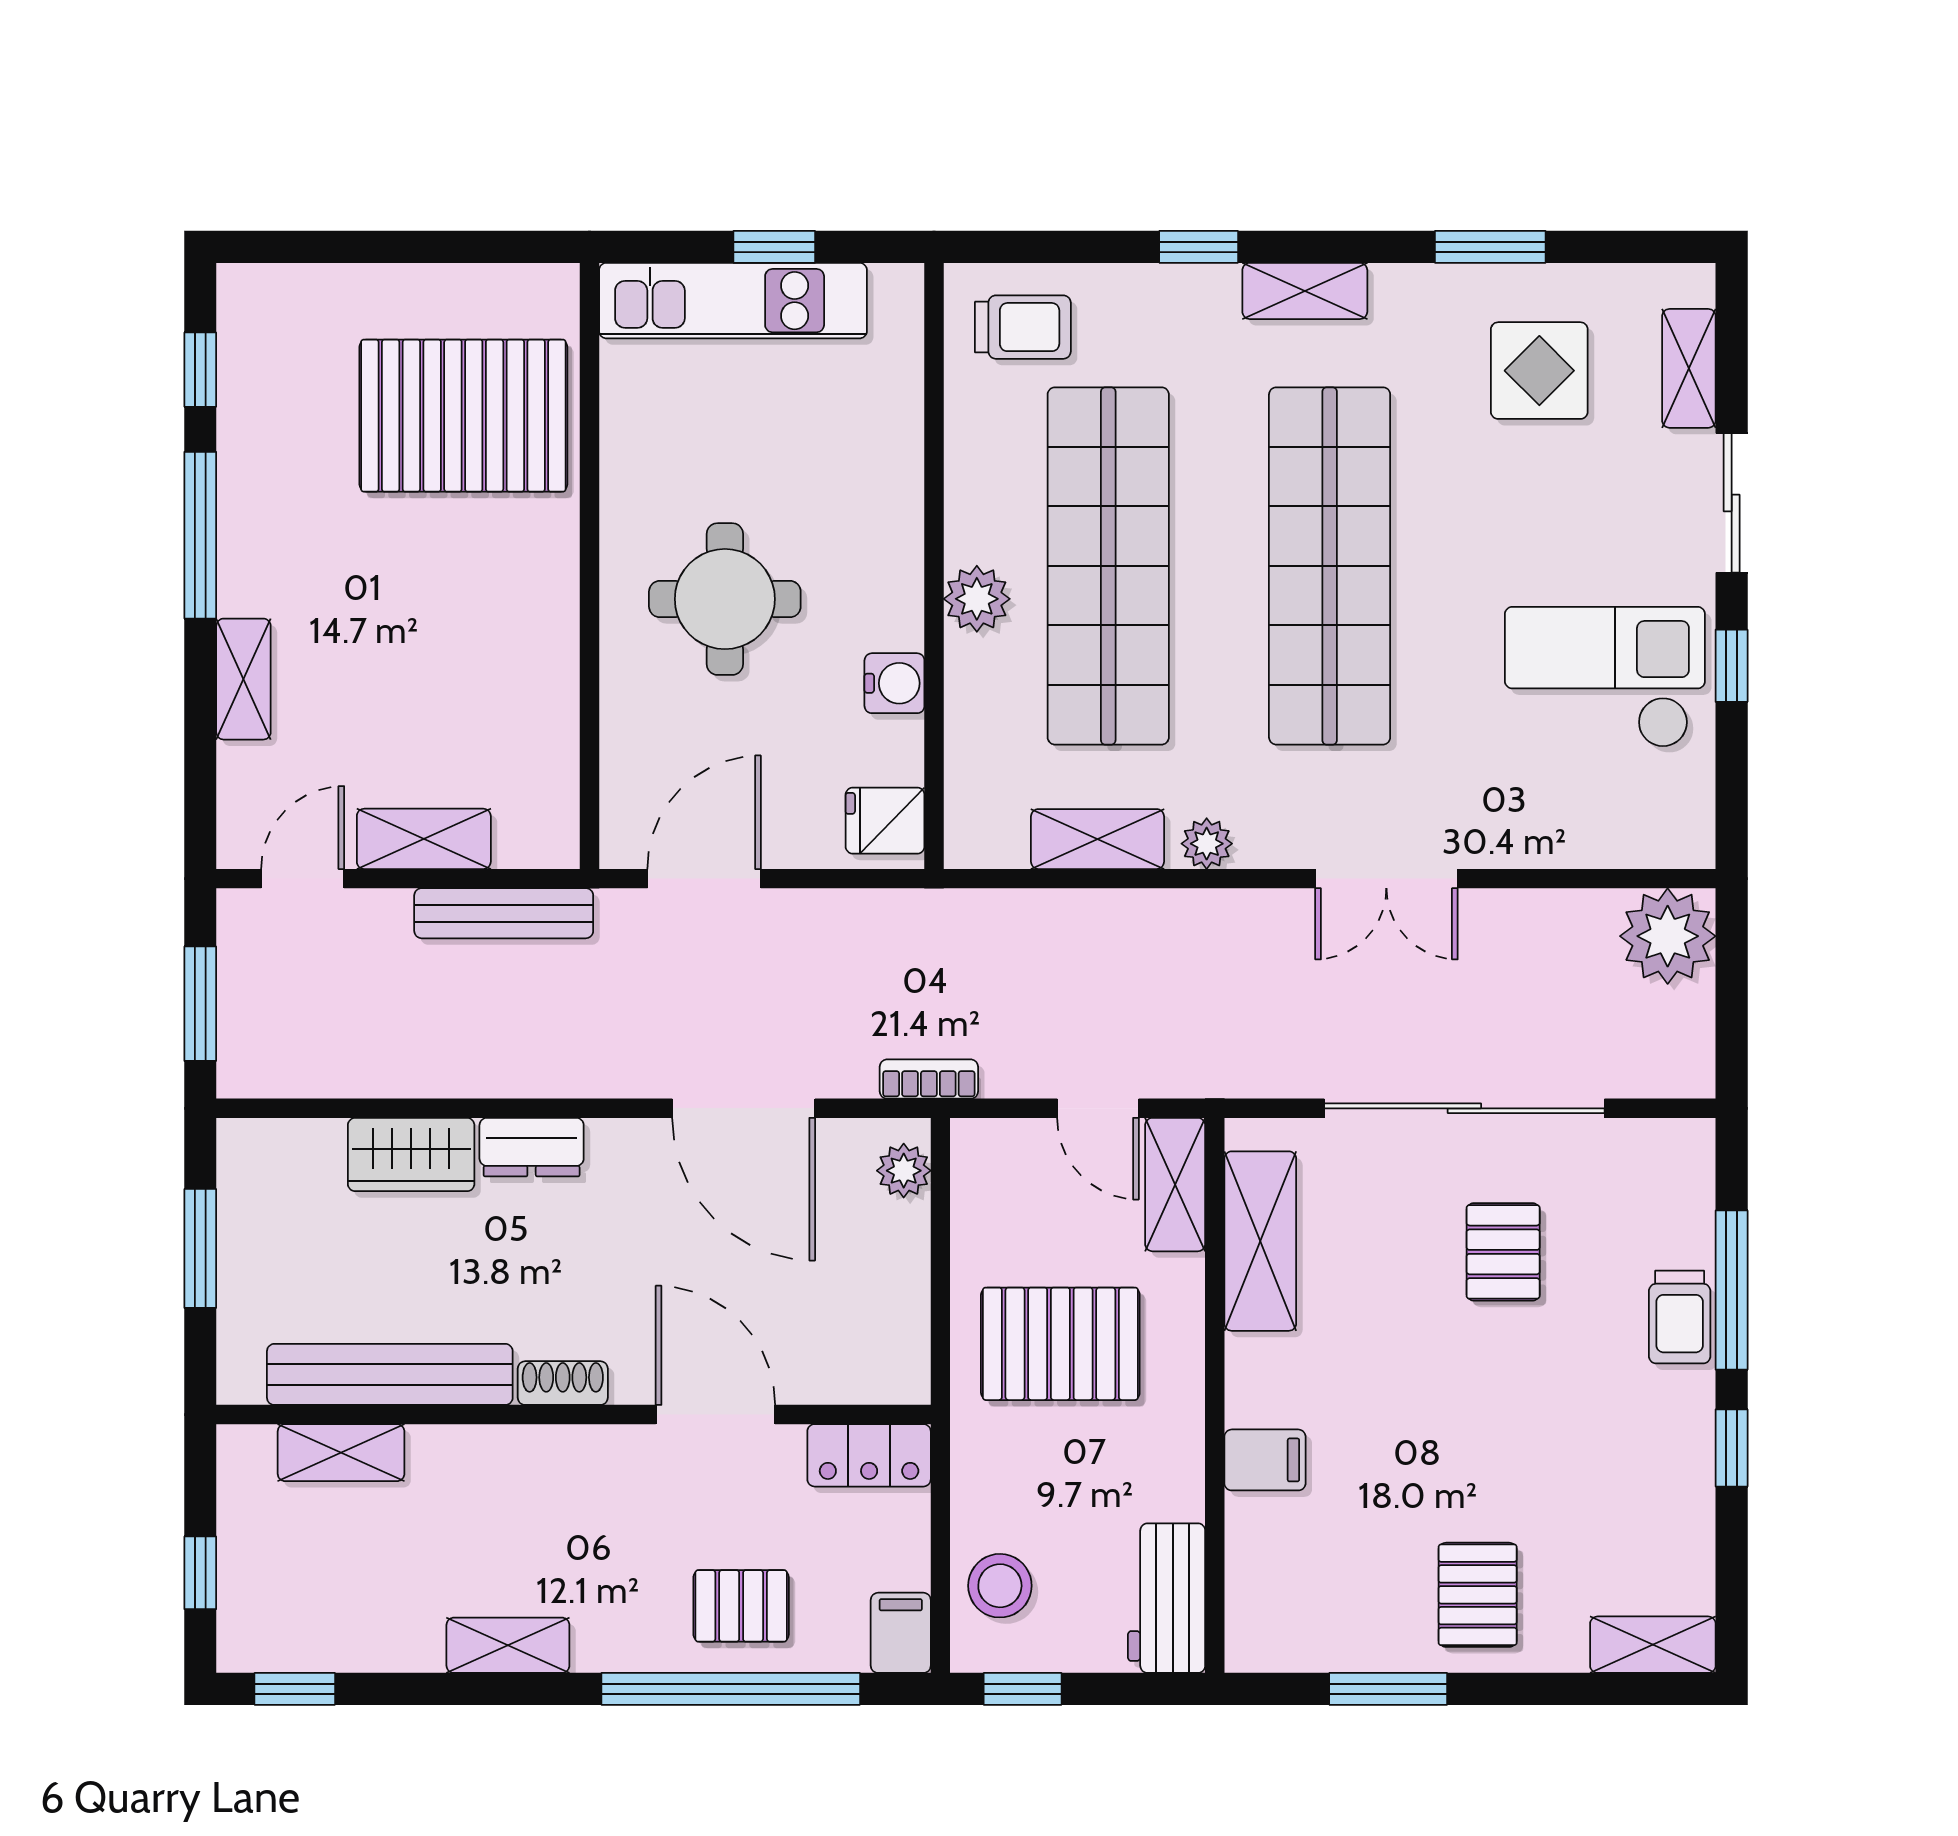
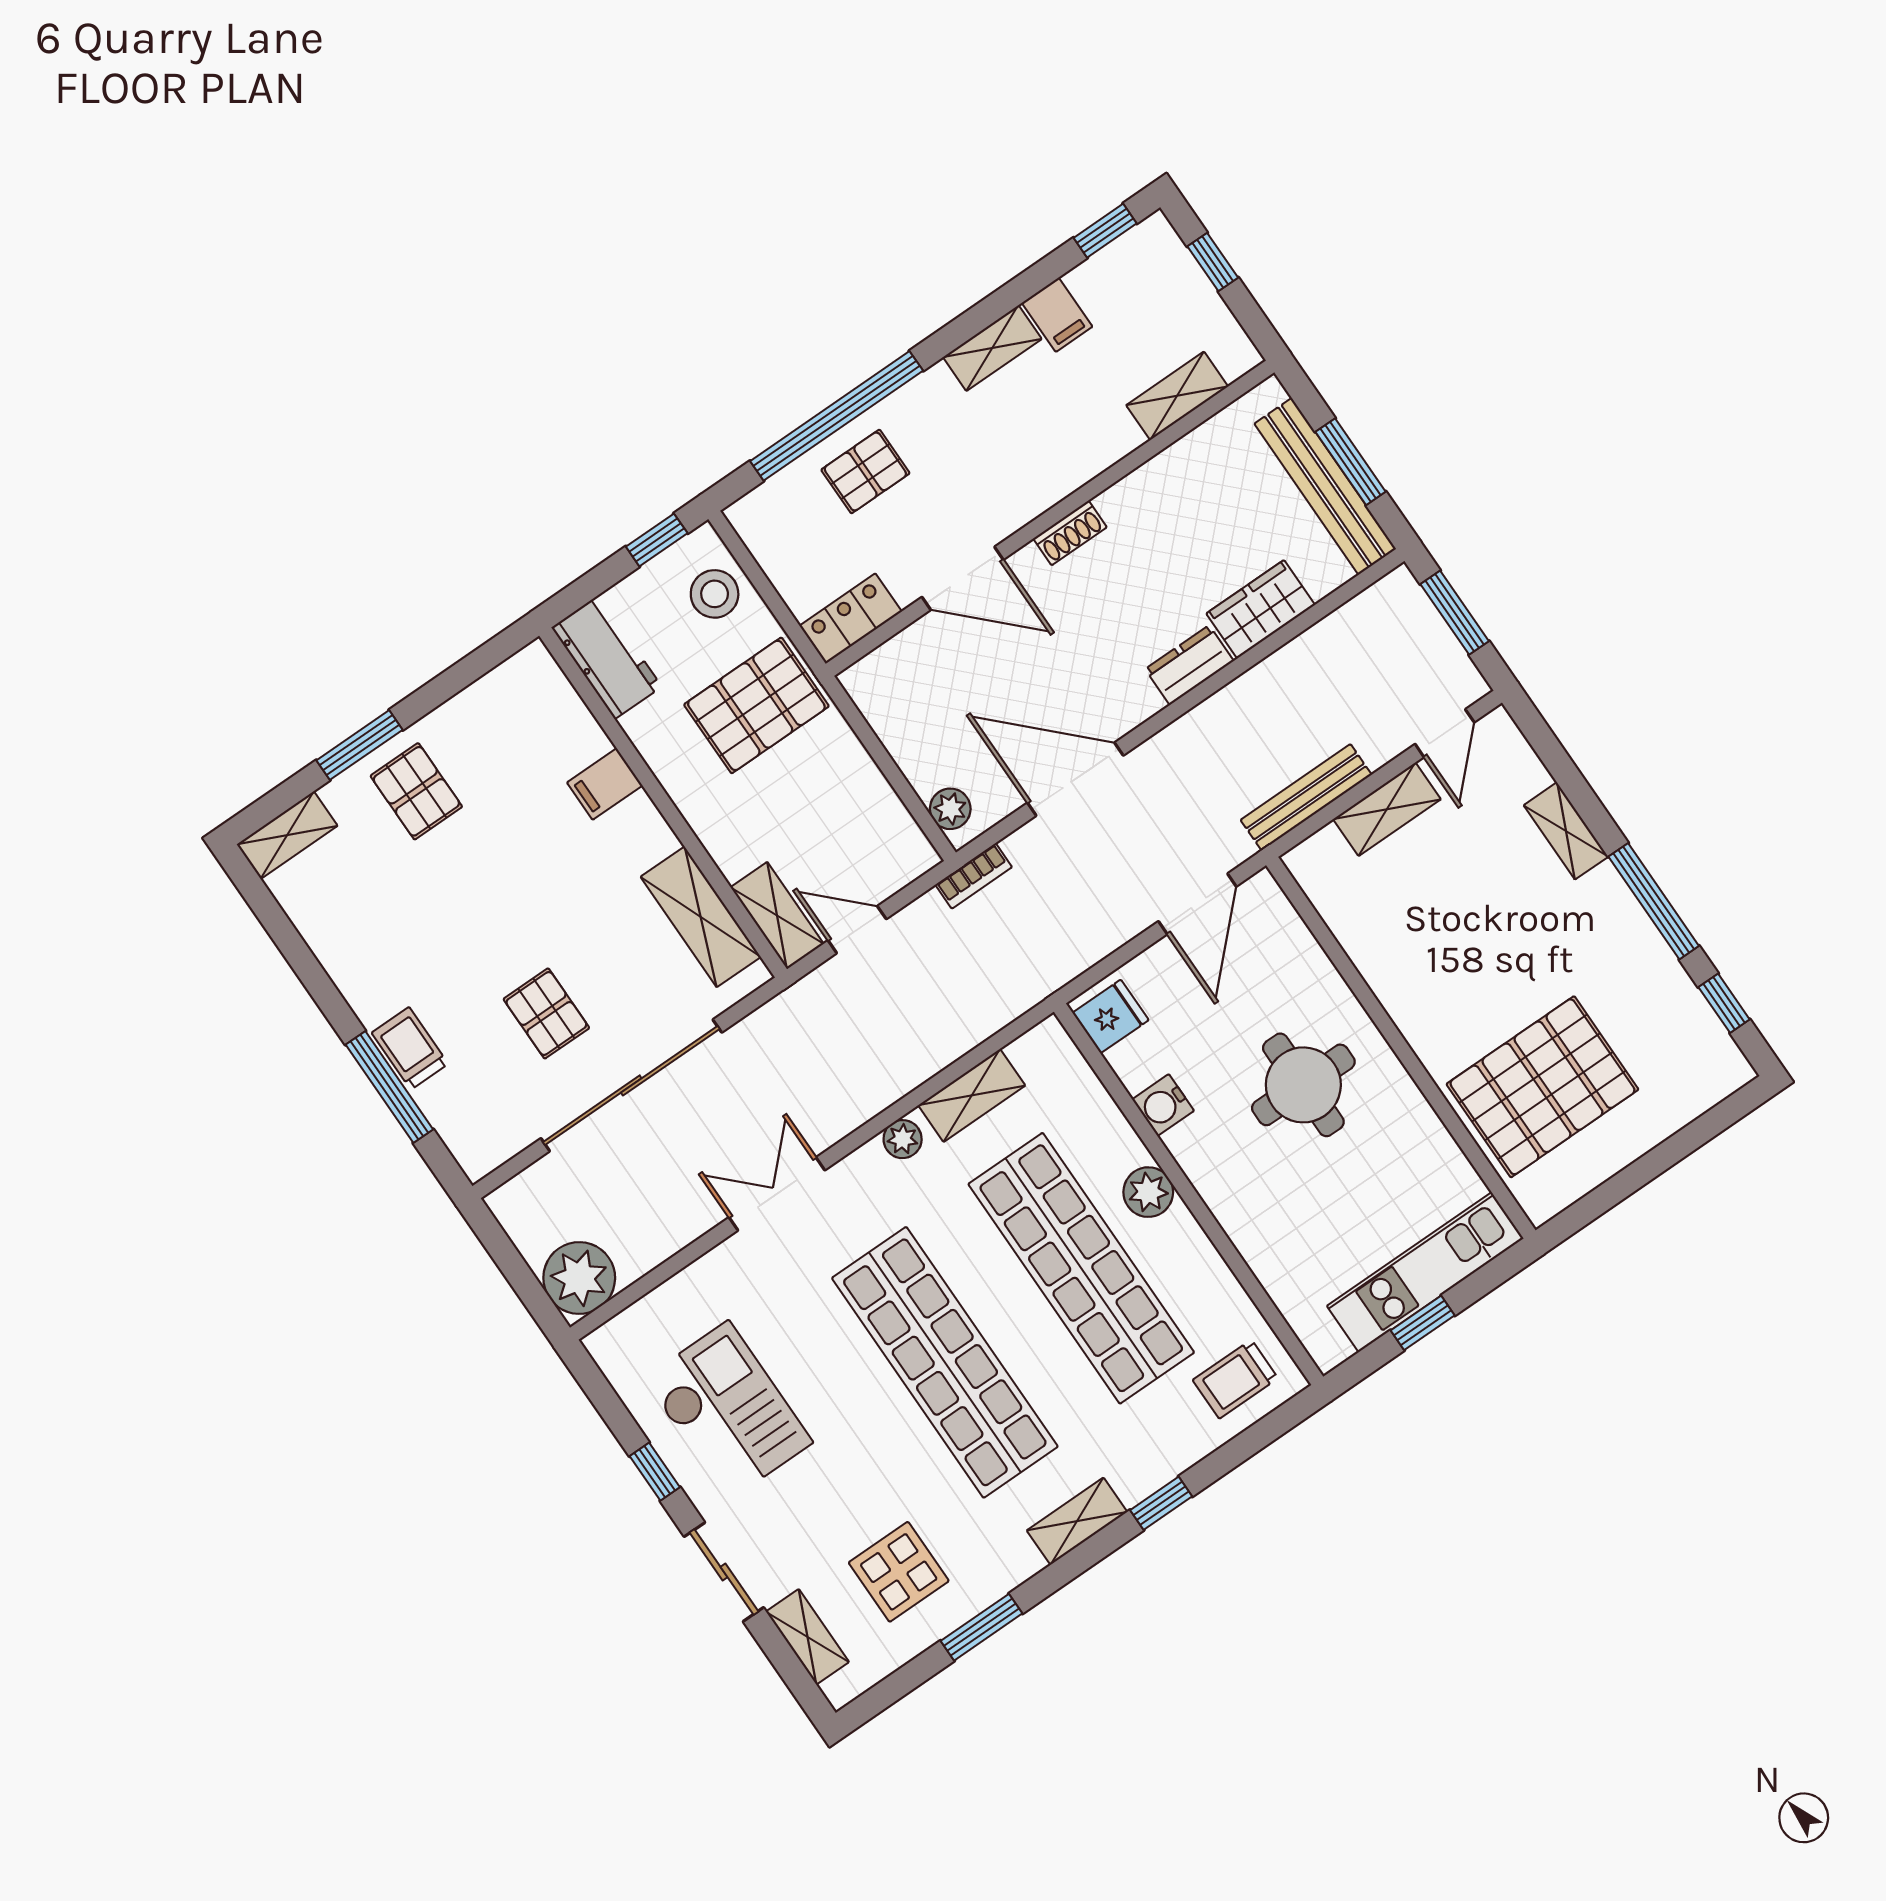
checkout: (1605, 677) -> (728, 1411), turned -90
pallet: (1060, 1344) -> (756, 705), moved
bench: (390, 1374) -> (1325, 486), moved, turned 90
window: (1732, 1448) -> (322, 990), removed
filing cabinet: (901, 1633) -> (1057, 315), moved
window: (1388, 1689) -> (359, 745), moved

